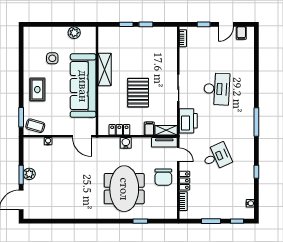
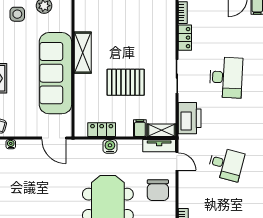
side table: (52, 58) -> (17, 14), moved
pallet: (138, 93) -> (126, 82), turned 90
desk: (217, 157) -> (226, 164), turned 39
locker: (185, 181) -> (185, 38), moved

